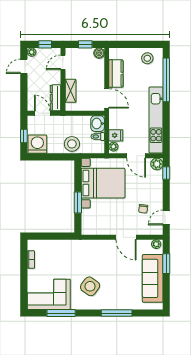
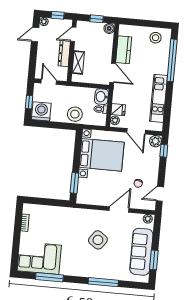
dresser: (55, 98) -> (64, 54), moved
kitchen unit: (156, 120) -> (159, 98), width x0.73
window: (78, 202) -> (74, 183), moved
door: (126, 237) -> (119, 209), swing flipped
window: (166, 264) -> (154, 260), moved
side table: (90, 286) -> (98, 240), moved

